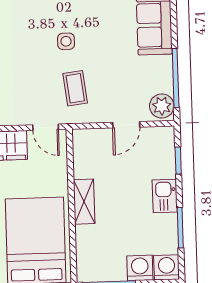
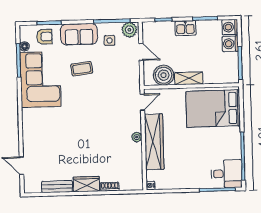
side table: (66, 41) -> (110, 40), moved
coffee table: (75, 88) -> (82, 69), moved
boiler: (89, 161) -> (164, 75), added

